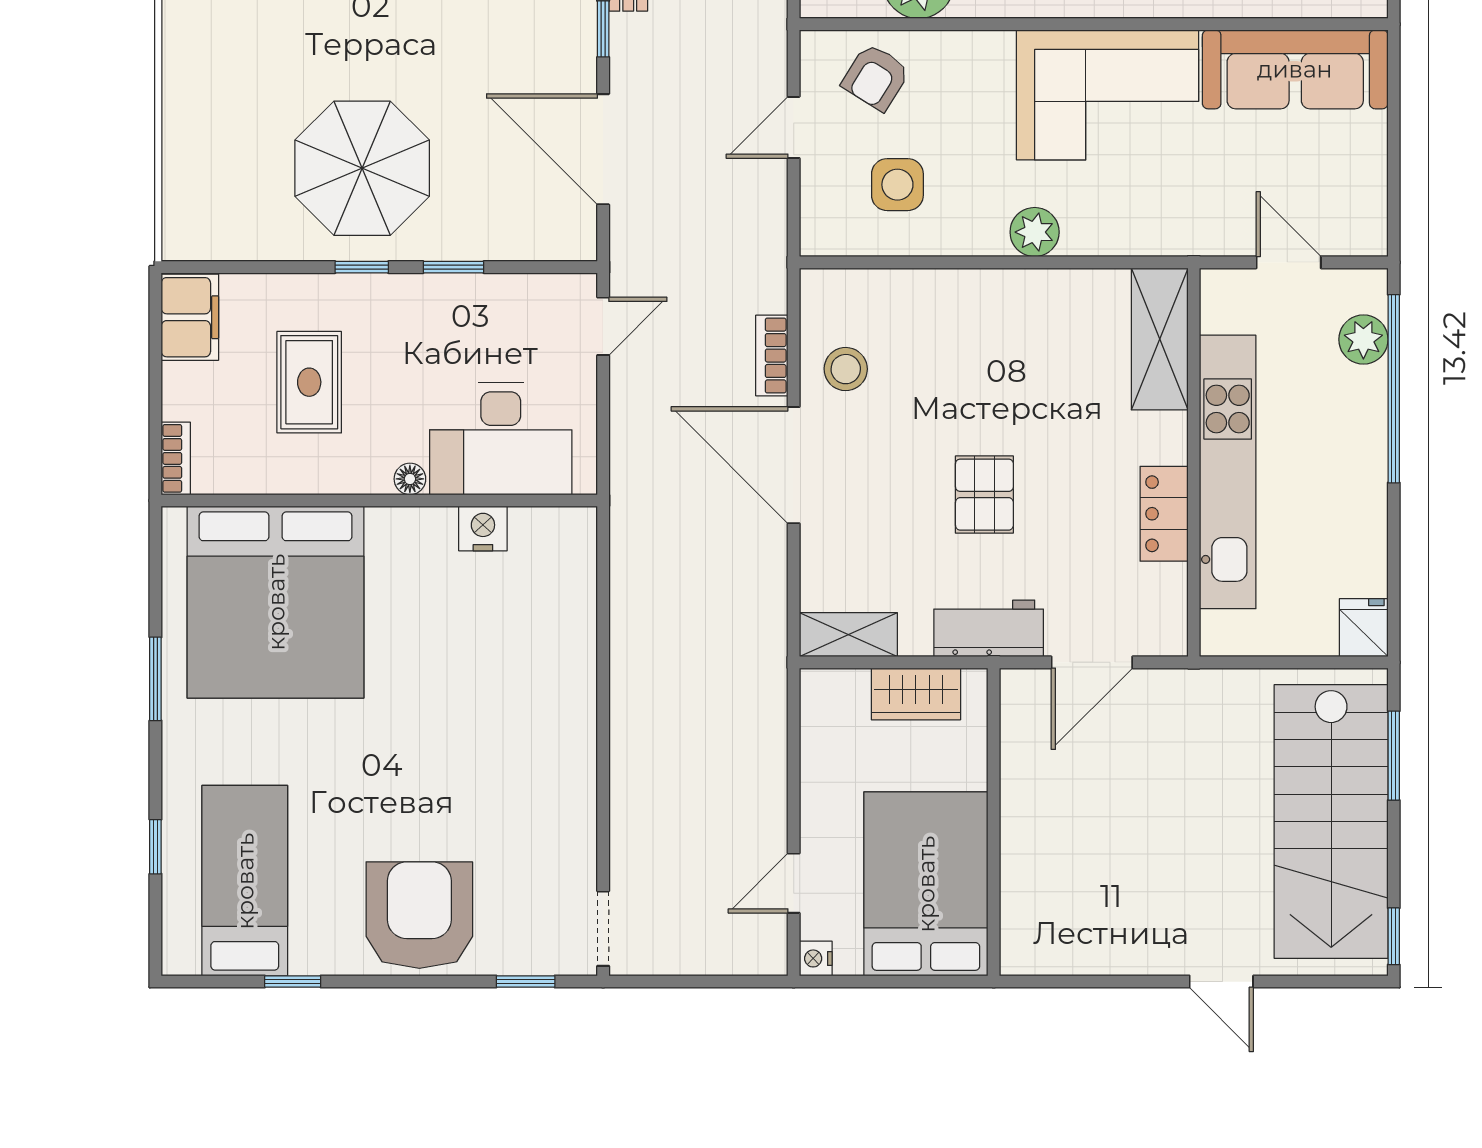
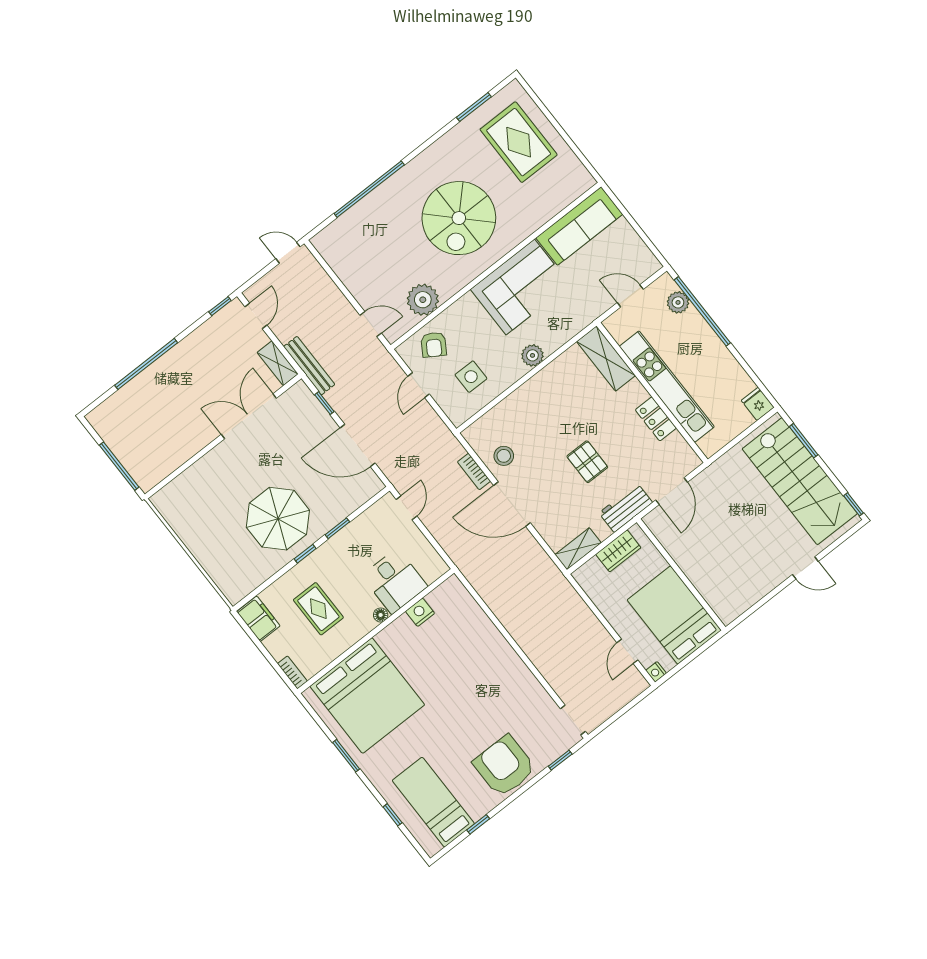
desk: (501, 439) -> (395, 581), width x0.73

